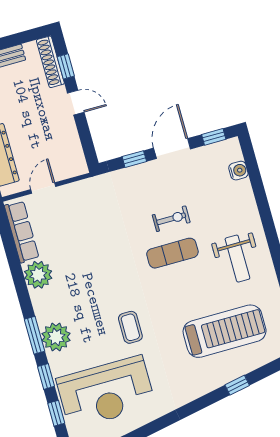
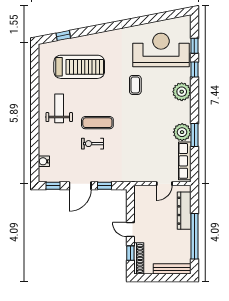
treadmill: (225, 331) -> (79, 67), turned 180
window: (34, 335) -> (194, 135), moved
window: (237, 385) -> (63, 36), moved

